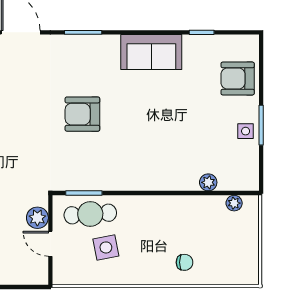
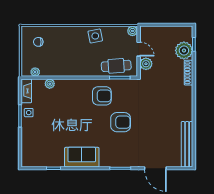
armchair: (238, 79) -> (102, 96), moved
fireplace: (250, 170) -> (26, 91), added
side table: (106, 247) -> (95, 36), moved
chair: (185, 262) -> (38, 42), moved
plant: (61, 276) -> (132, 31), added

